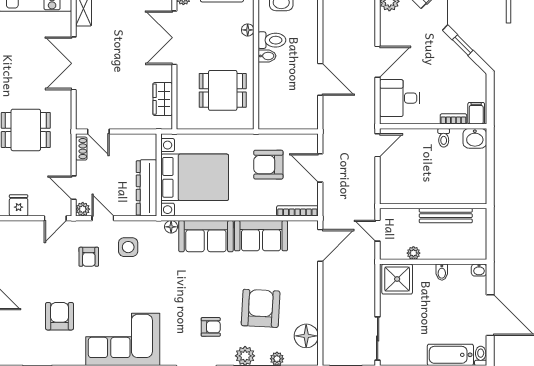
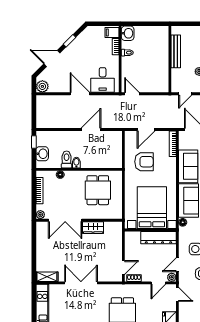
double door: (74, 63) -> (81, 283), swing flipped
wardrobe: (163, 99) -> (93, 228), moved
armchair: (268, 165) -> (144, 162), turned -90

